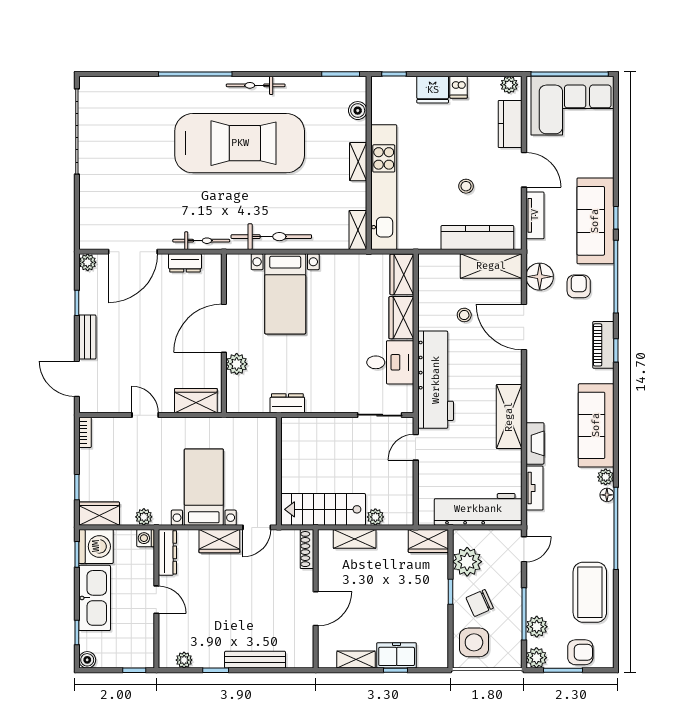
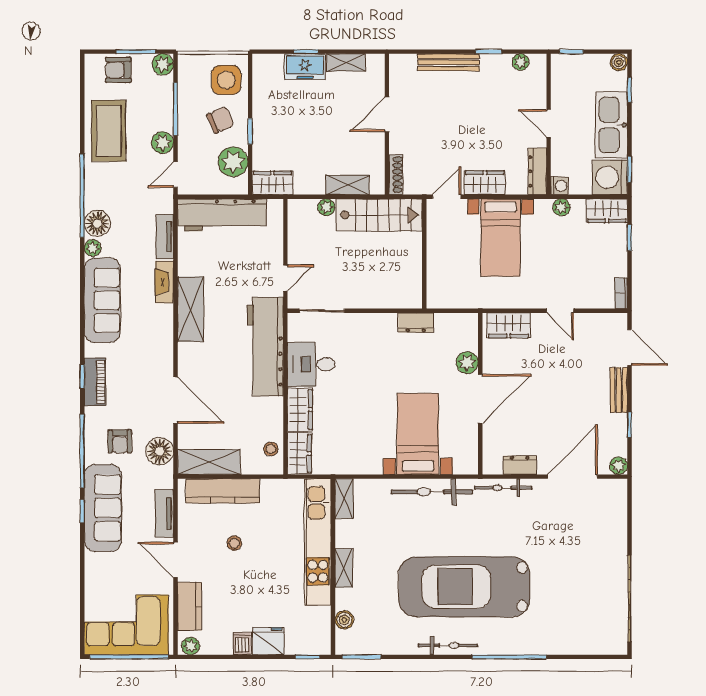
stool: (464, 315) -> (271, 449), moved
floor lamp: (607, 495) -> (97, 223), width x1.89, depth x1.89
plant: (537, 627) -> (163, 143), moved

